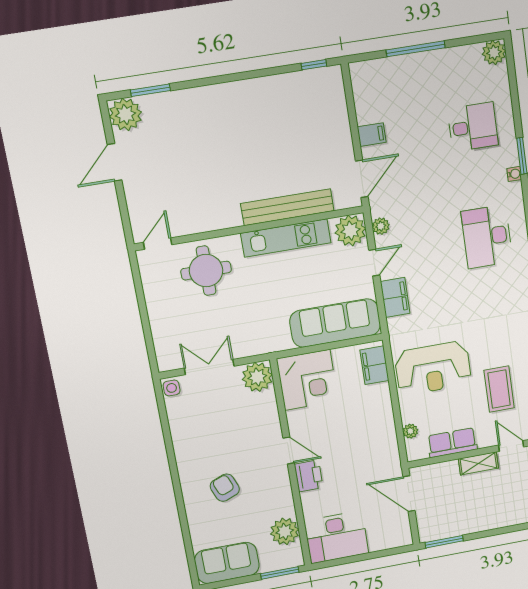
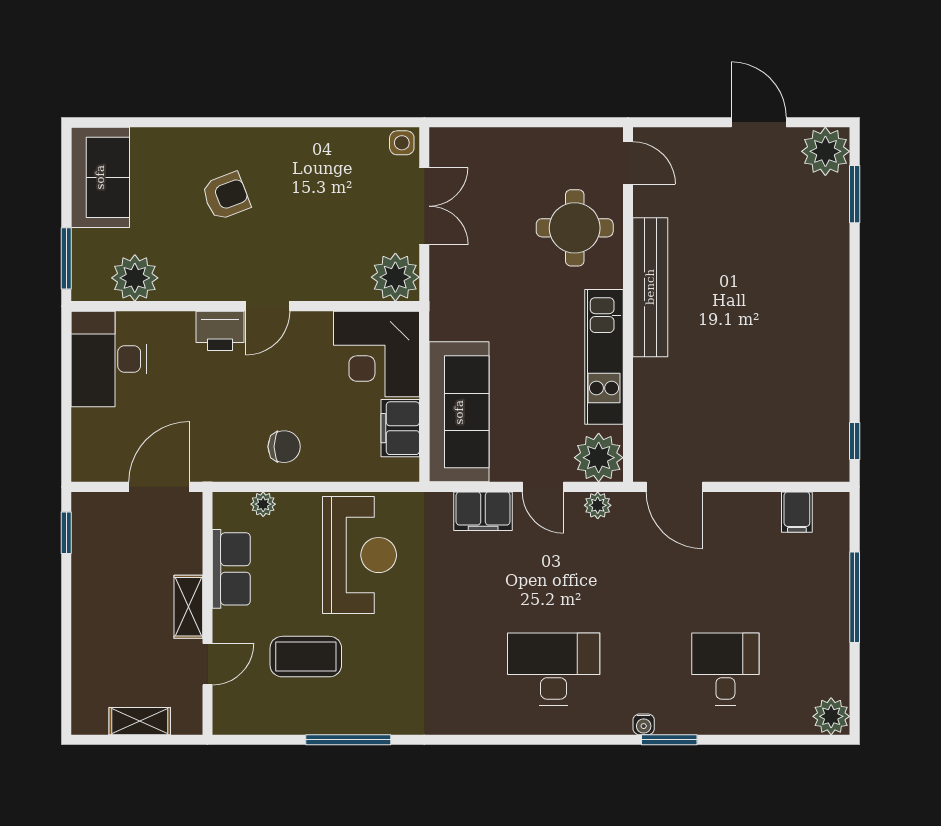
desk: (473, 127) -> (725, 669), turned 180
filing cabinet: (372, 135) -> (797, 512), moved
bench: (287, 207) -> (650, 287), moved
filing cabinet: (374, 365) -> (400, 428), moved, turned -90
reception desk: (433, 368) -> (359, 555), turned 180
chair: (373, 425) -> (284, 447), added
window: (444, 542) -> (66, 533), width x0.67

